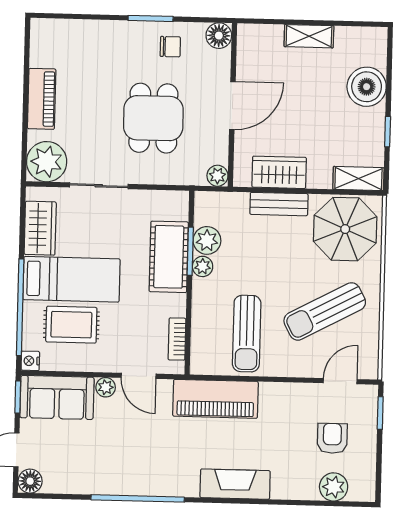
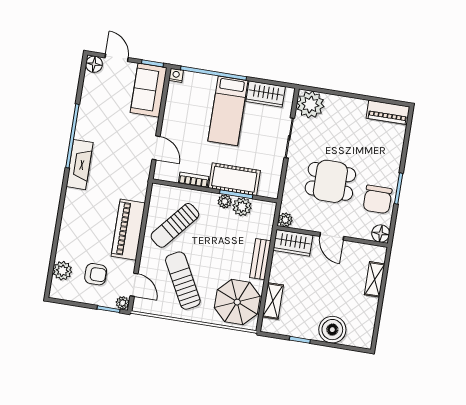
shelving: (309, 36) -> (375, 279), moved
chair: (170, 47) -> (378, 199), width x1.87, depth x1.87
piano: (42, 99) -> (388, 112), moved
door: (232, 106) -> (332, 236), width x0.73
wardrobe: (279, 172) -> (293, 243), moved, turned 90
shelving: (358, 179) -> (273, 301), moved
rug: (71, 325) -> (197, 107), removed
sun lounger: (247, 334) -> (175, 225), turned -50
bookcase: (177, 339) -> (194, 180), moved
door: (139, 376) -> (156, 148), swing flipped
plant: (106, 387) -> (123, 303), moved
piano: (215, 399) -> (128, 230), moved
fireplace: (235, 484) -> (80, 165), moved

